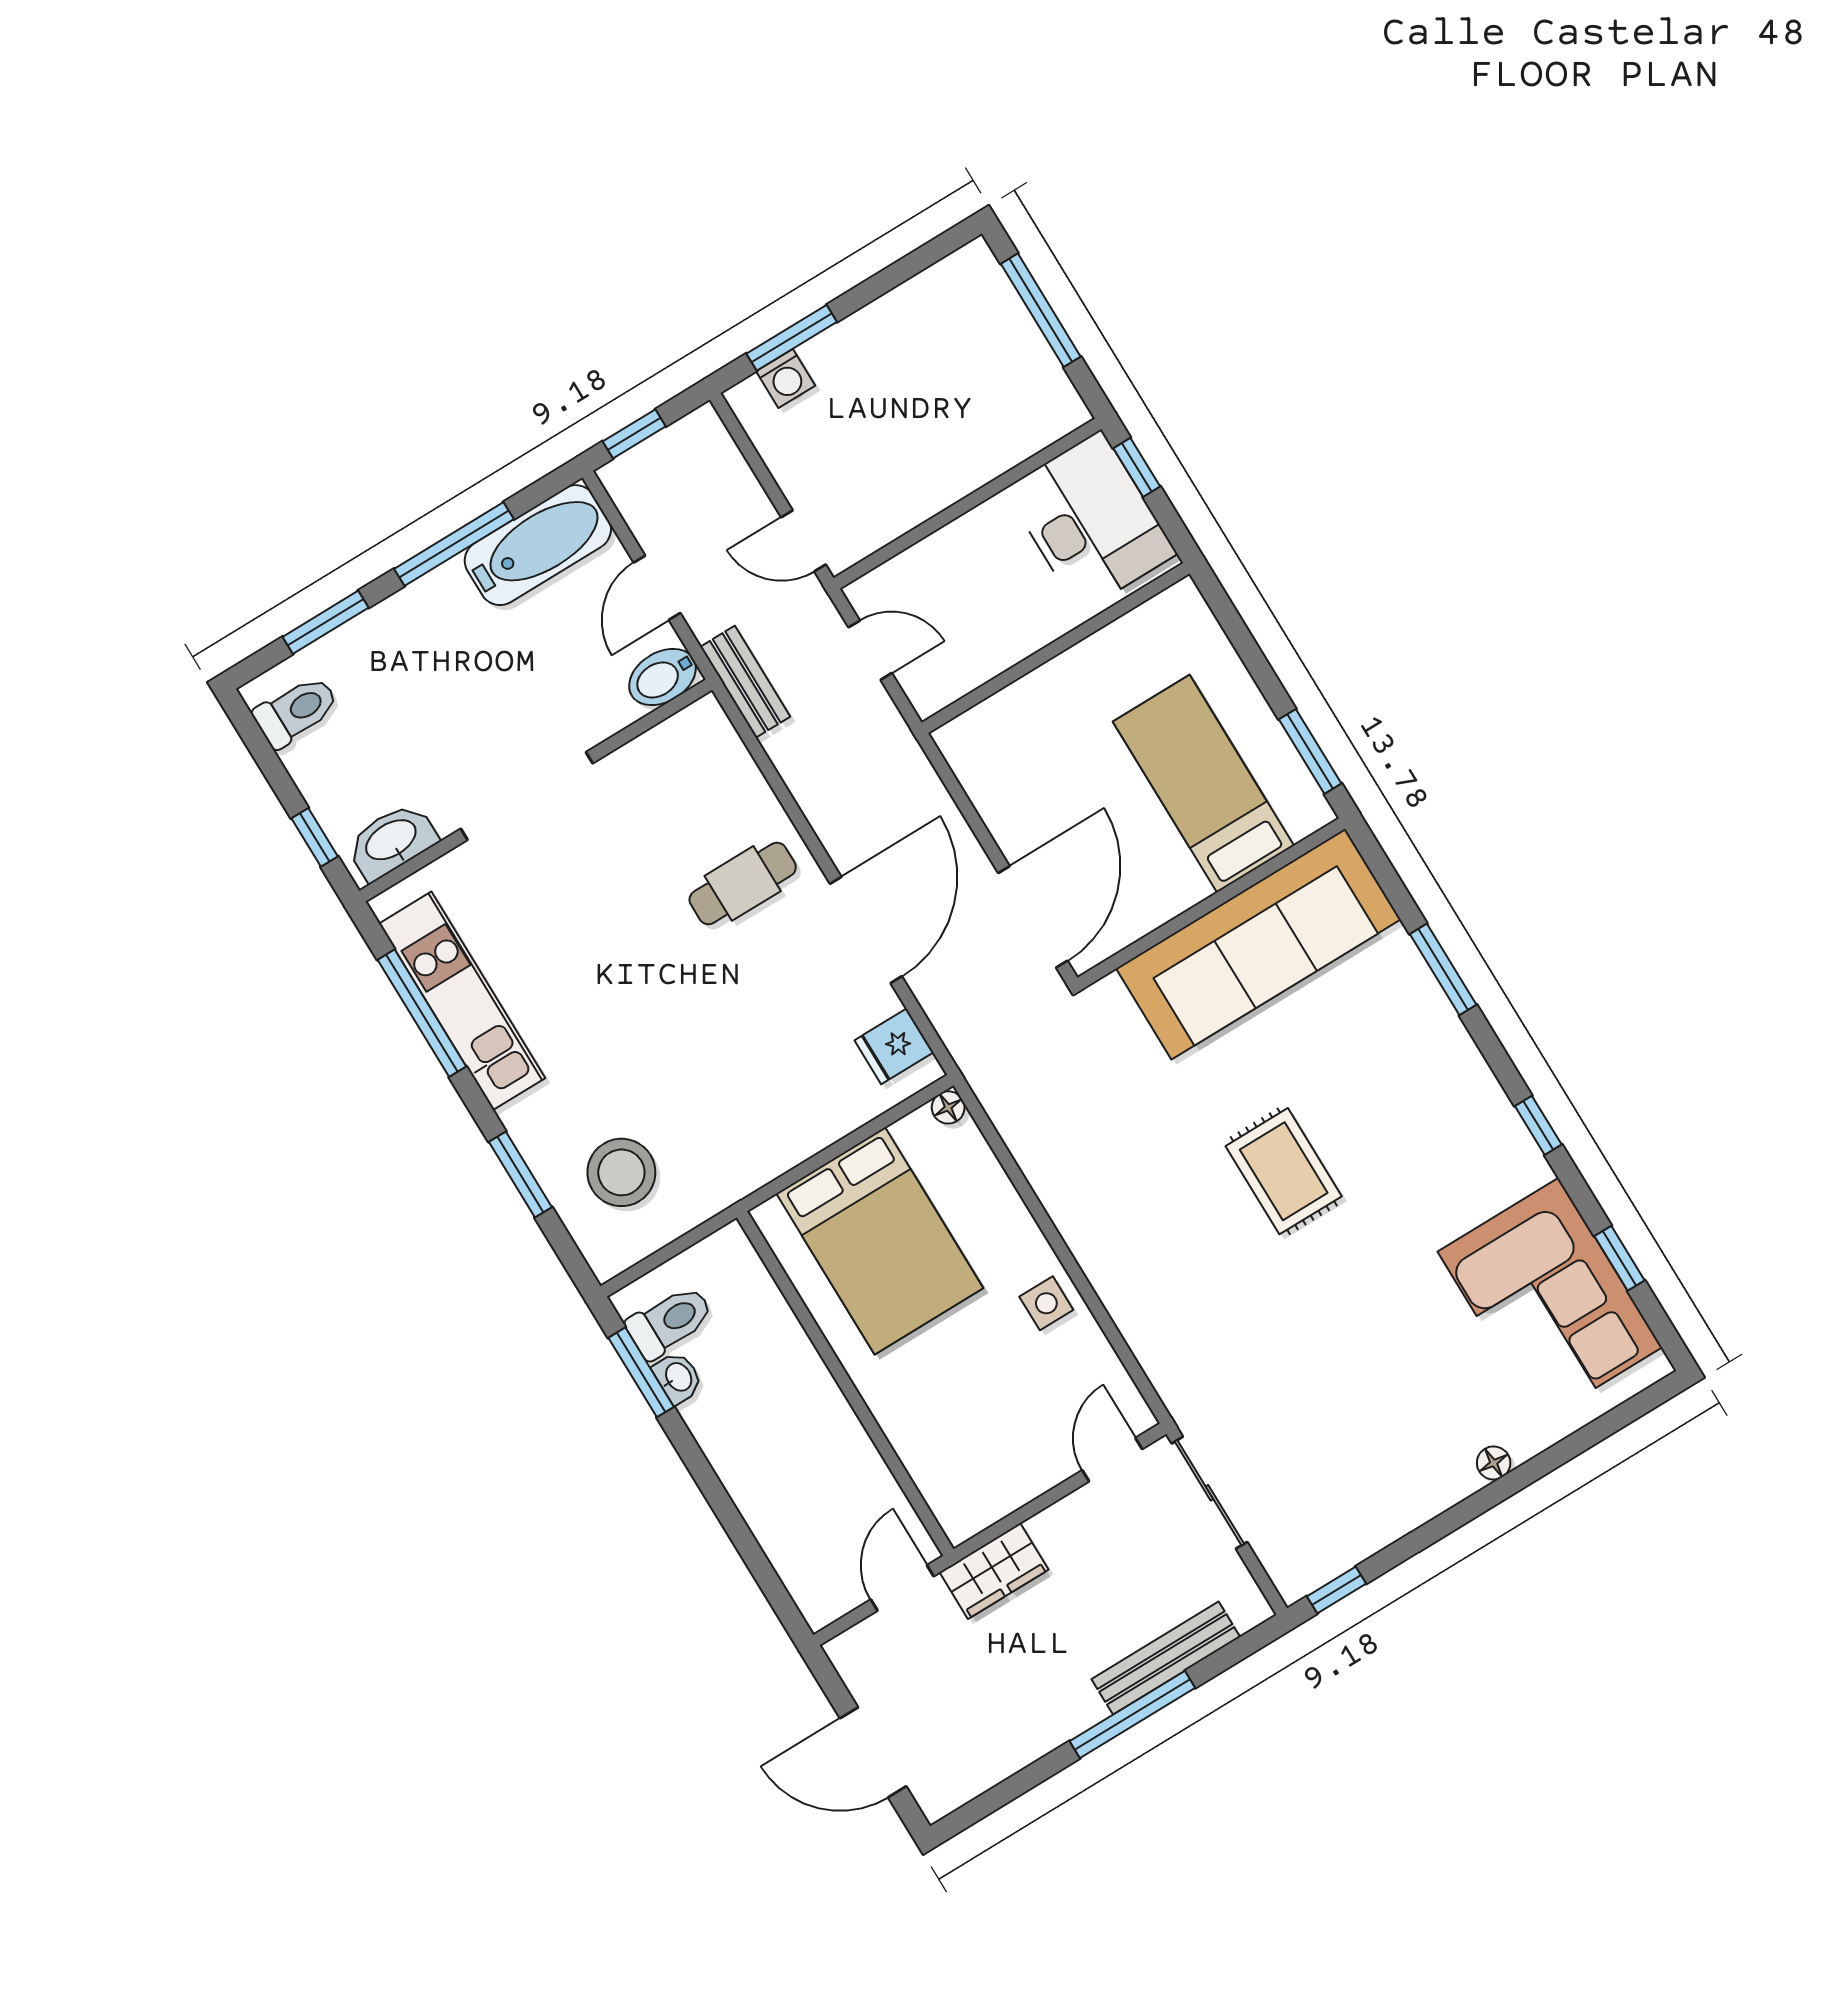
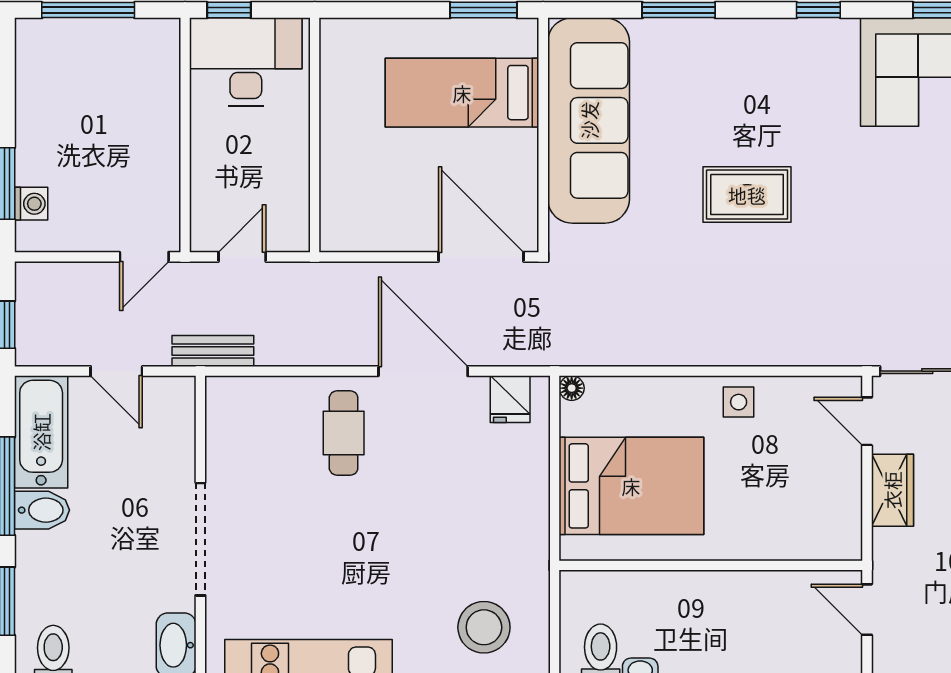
bidet: (662, 677) -> (42, 510), moved, turned -90
wardrobe: (994, 1571) -> (892, 490), moved

